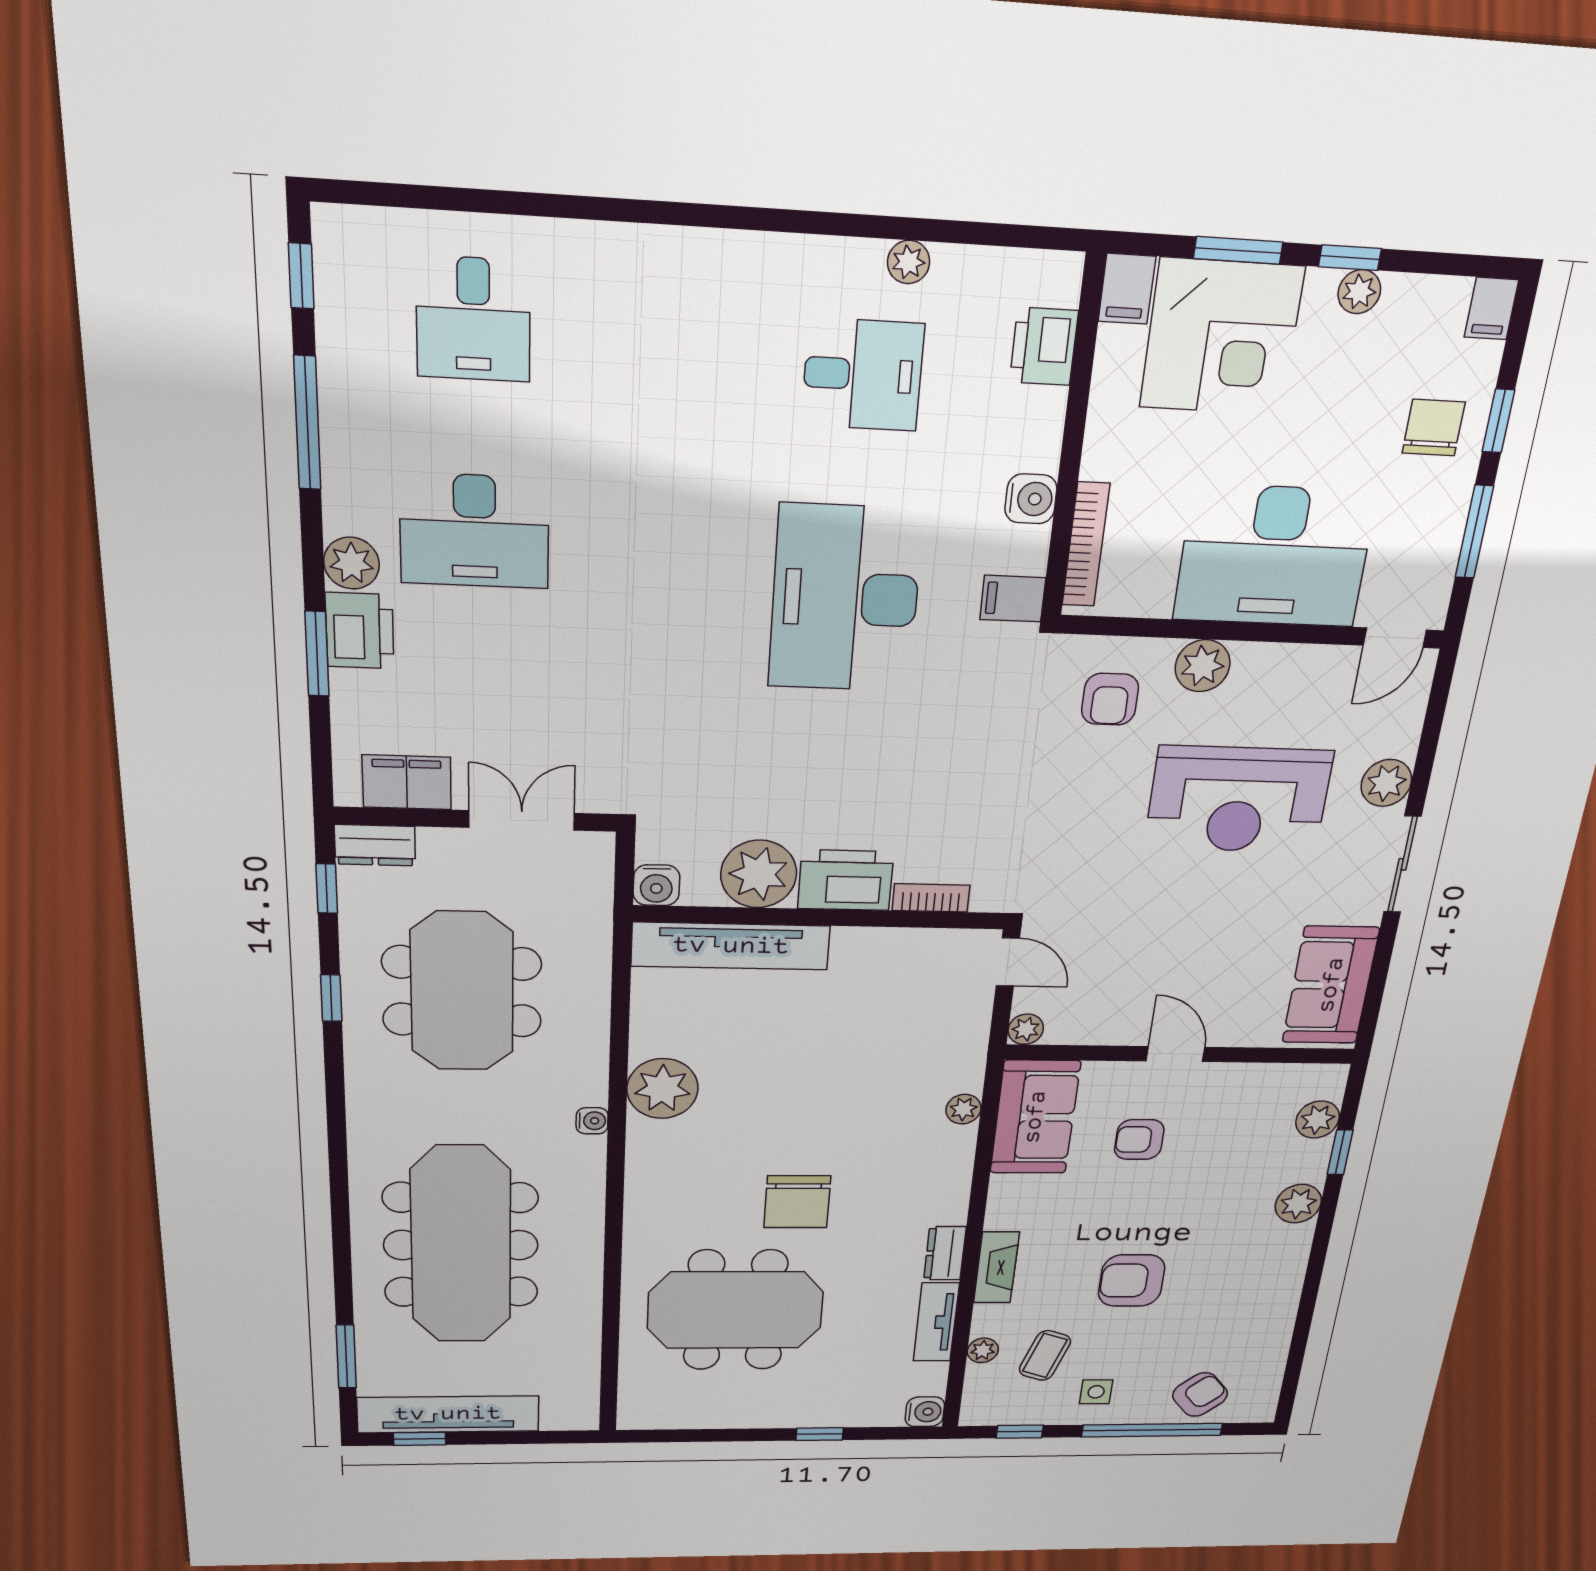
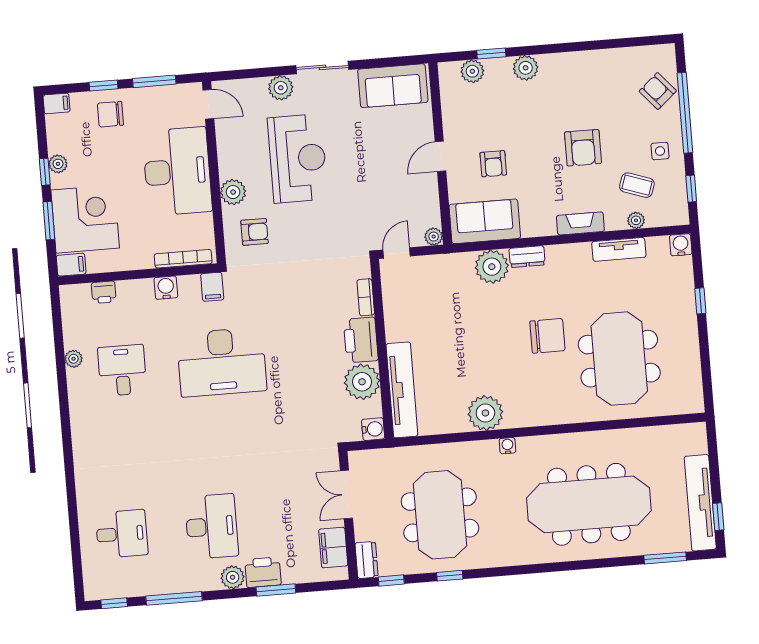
printer: (1044, 346) -> (104, 292), width x0.73, depth x0.81
meeting table: (462, 992) -> (440, 515), turned 90
plant: (963, 1109) -> (492, 267), width x1.87, depth x1.87
dresser: (945, 1253) -> (527, 257), moved

